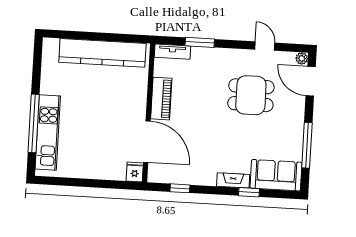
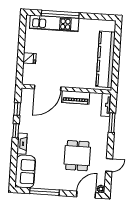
fridge: (135, 172) -> (29, 58), moved
window: (249, 192) -> (16, 131), moved

